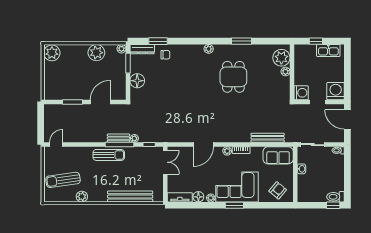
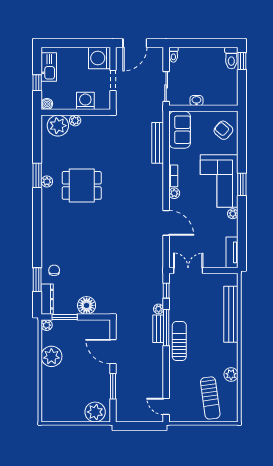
plant: (209, 49) -> (47, 182), moved
boiler: (299, 49) -> (47, 104), added
plant: (52, 53) -> (95, 412), moved
washing machine: (301, 93) -> (85, 101), moved
floor lamp: (198, 197) -> (231, 229), removed

